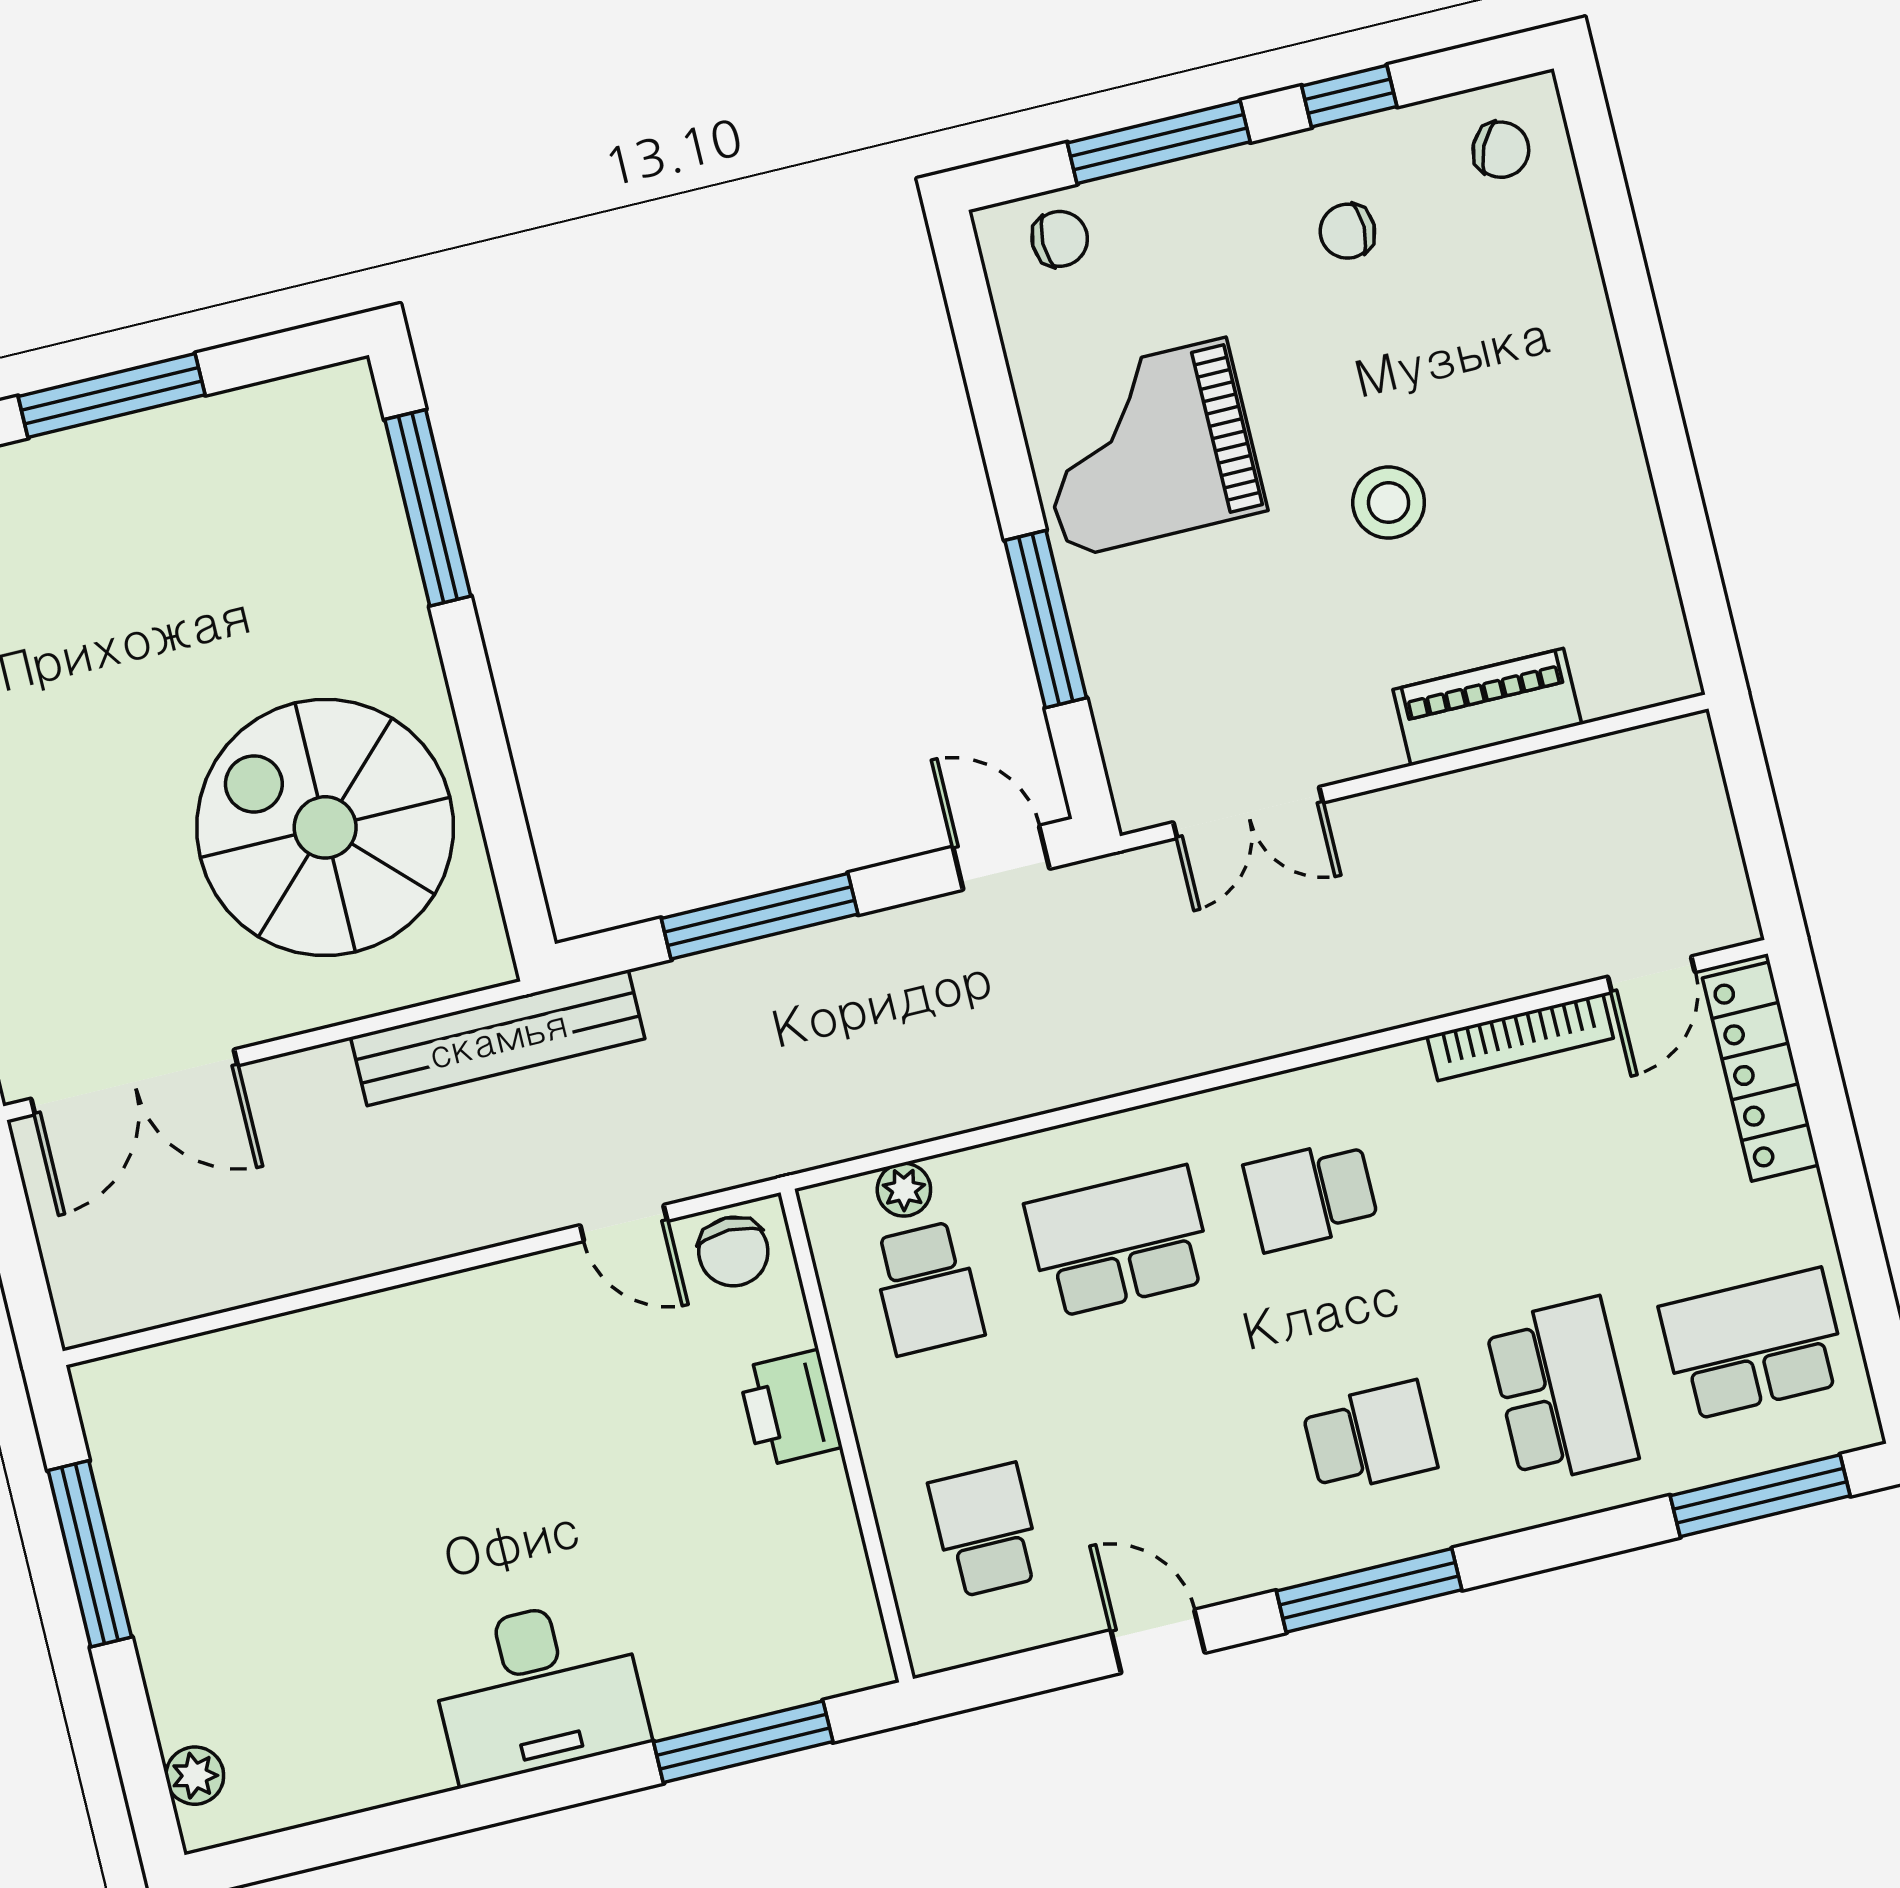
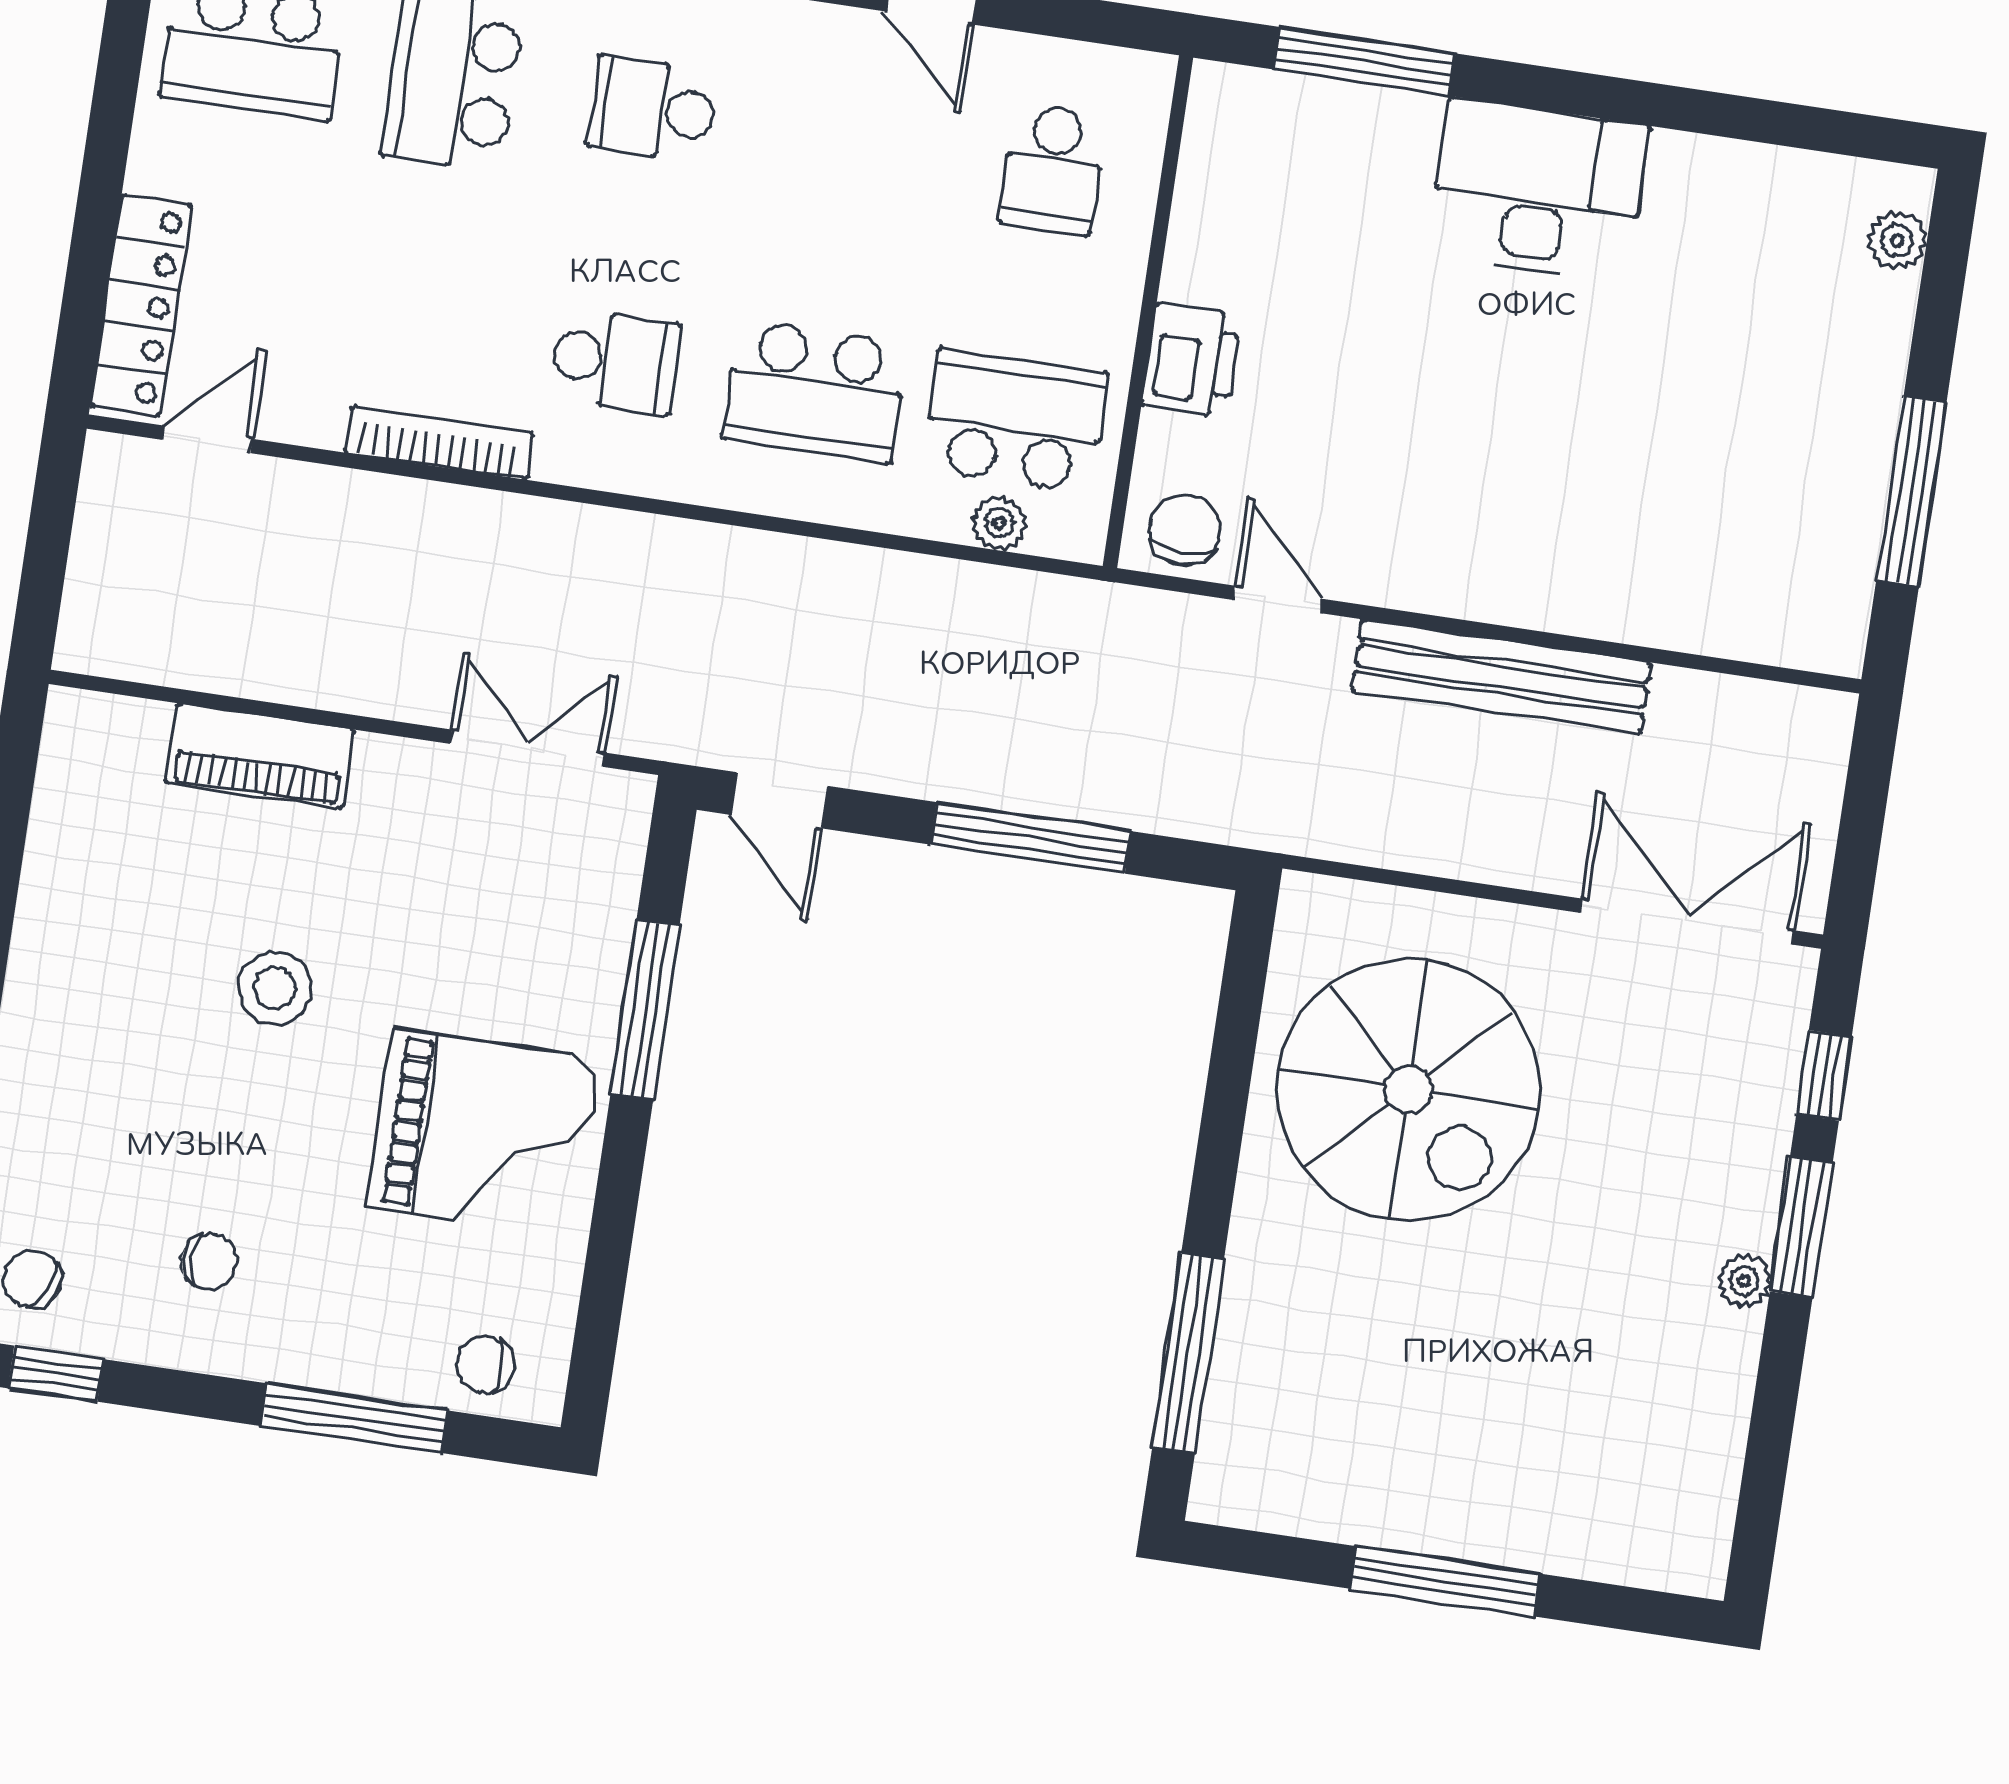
window: (1349, 96) -> (56, 1374), moved
bookcase: (1520, 1037) -> (439, 443), moved
bench: (498, 1038) -> (1501, 677), moved
school desk: (927, 1288) -> (1015, 421), width x1.85

